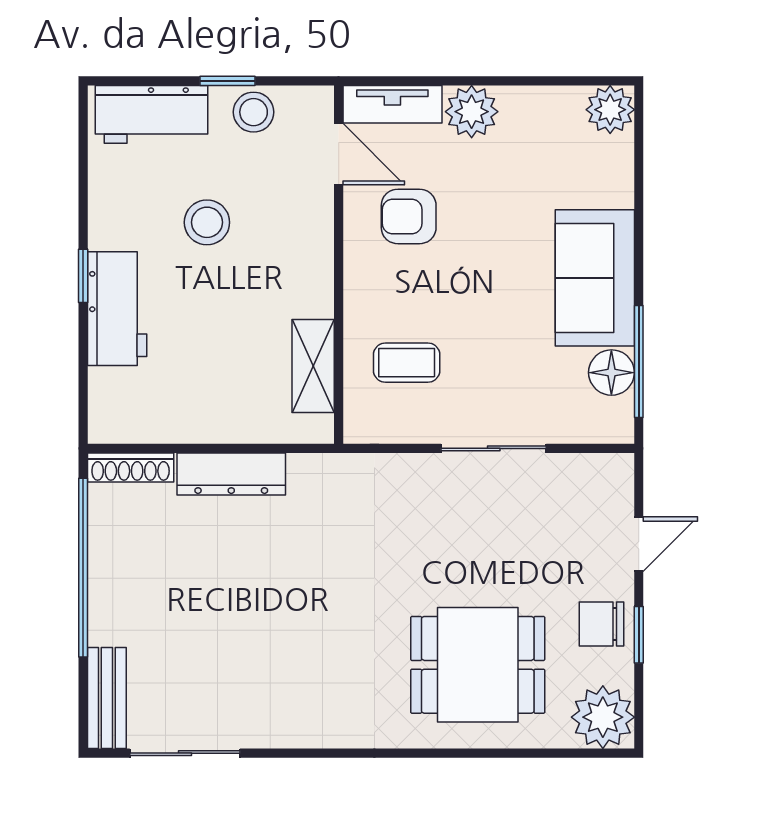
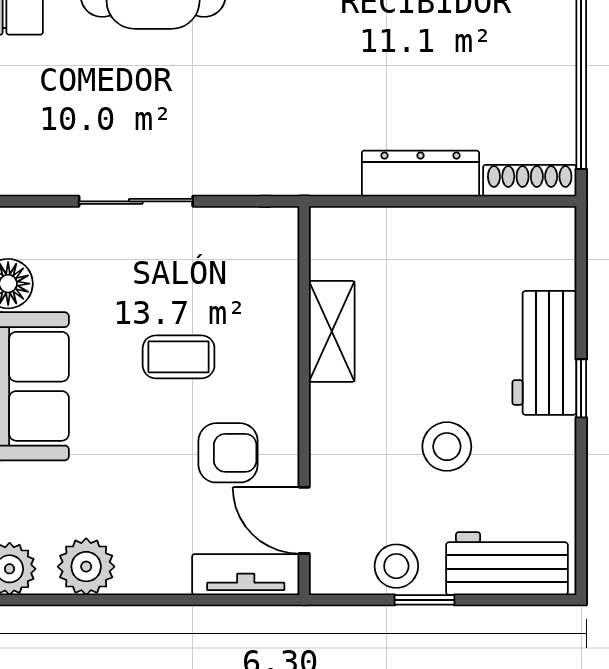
plant: (472, 112) -> (86, 567), moved
coffee table: (407, 363) -> (179, 357), moved
shelving: (313, 366) -> (332, 331), moved

